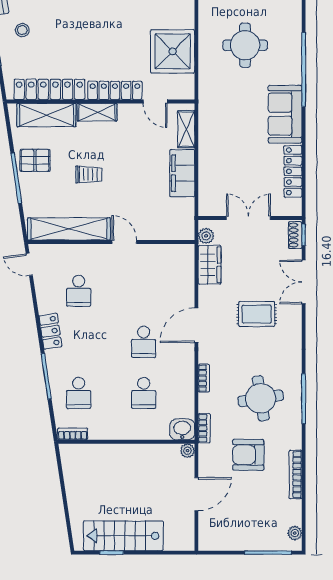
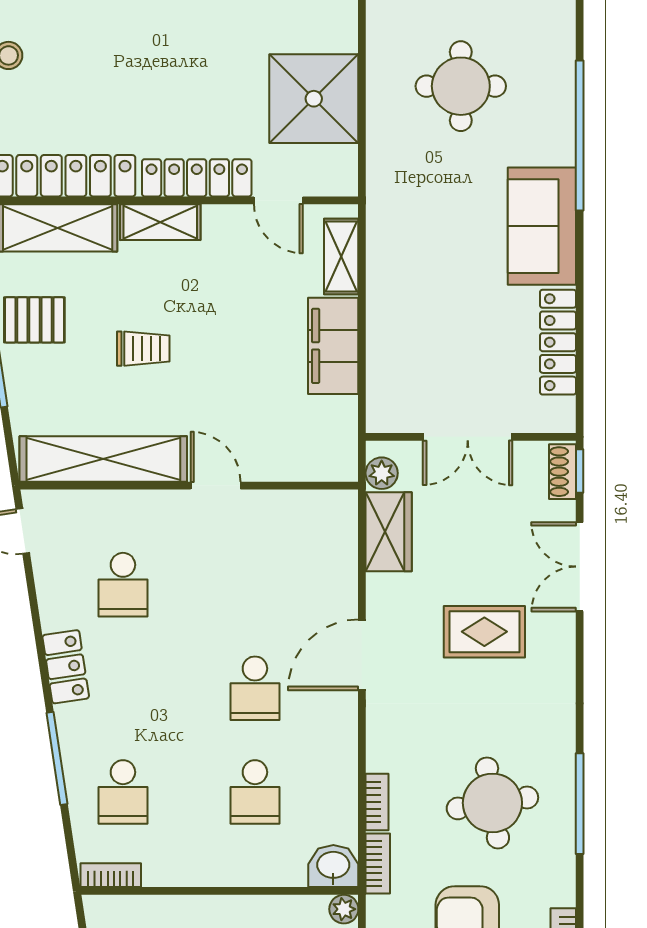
double door: (248, 218) -> (468, 437), swing flipped
bookcase: (204, 378) -> (377, 802), moved

